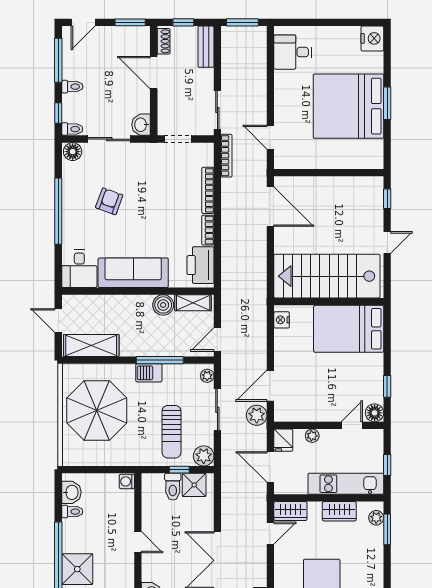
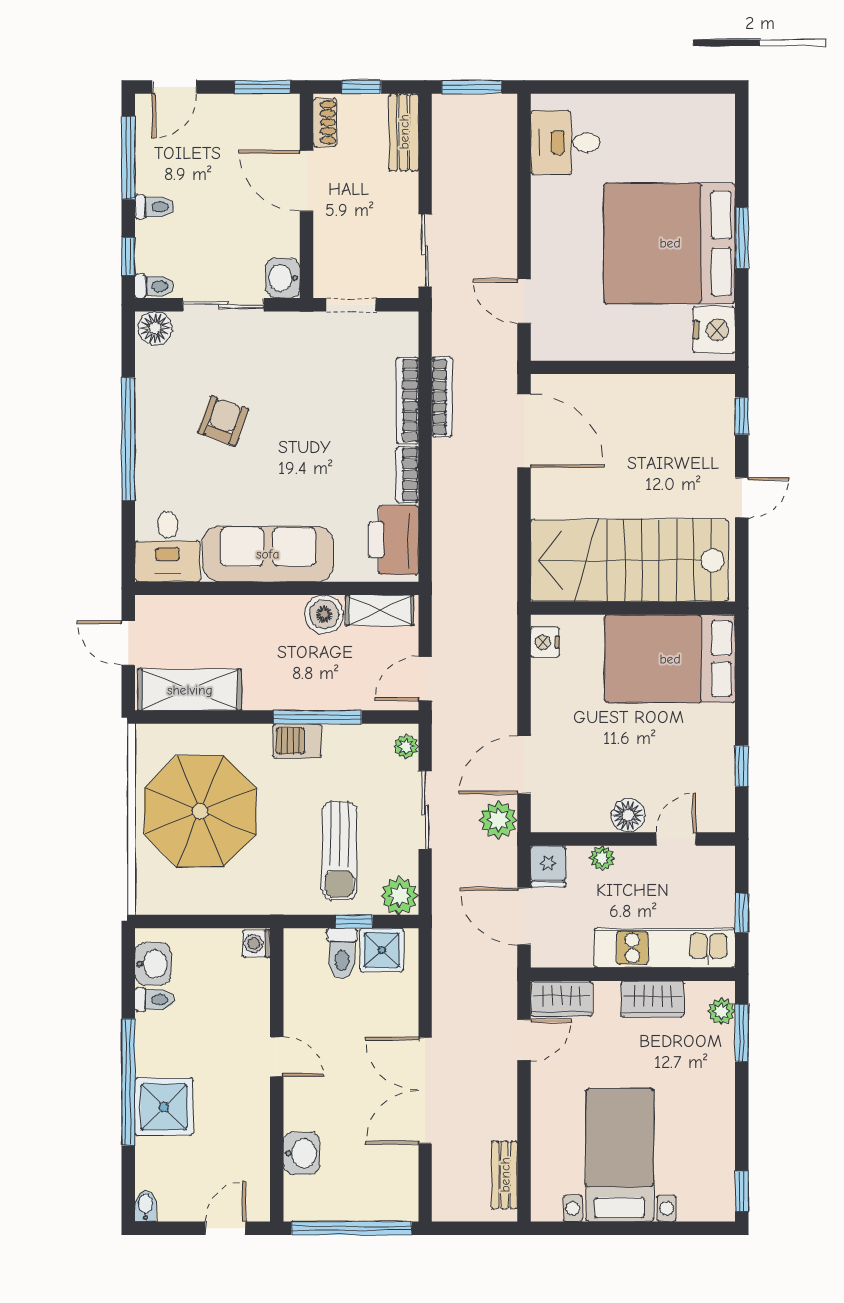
nightstand: (372, 38) -> (714, 330), moved
bookcase: (226, 156) -> (442, 397), moved
floor lamp: (375, 413) -> (628, 815), moved

